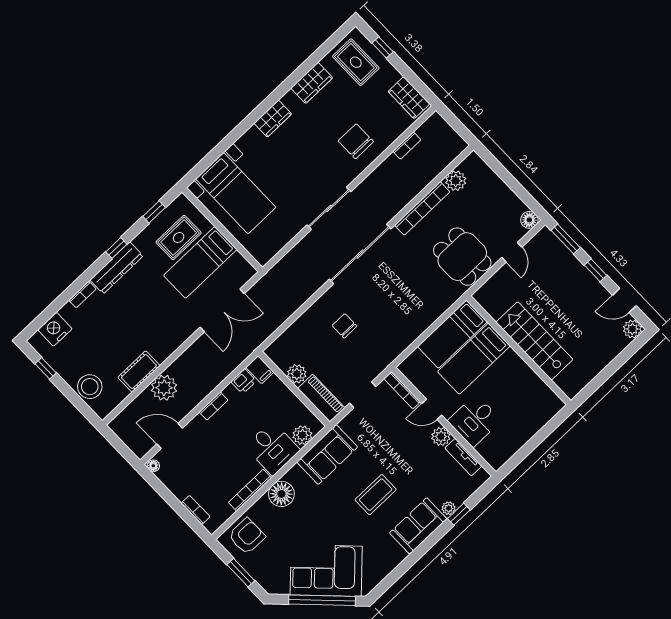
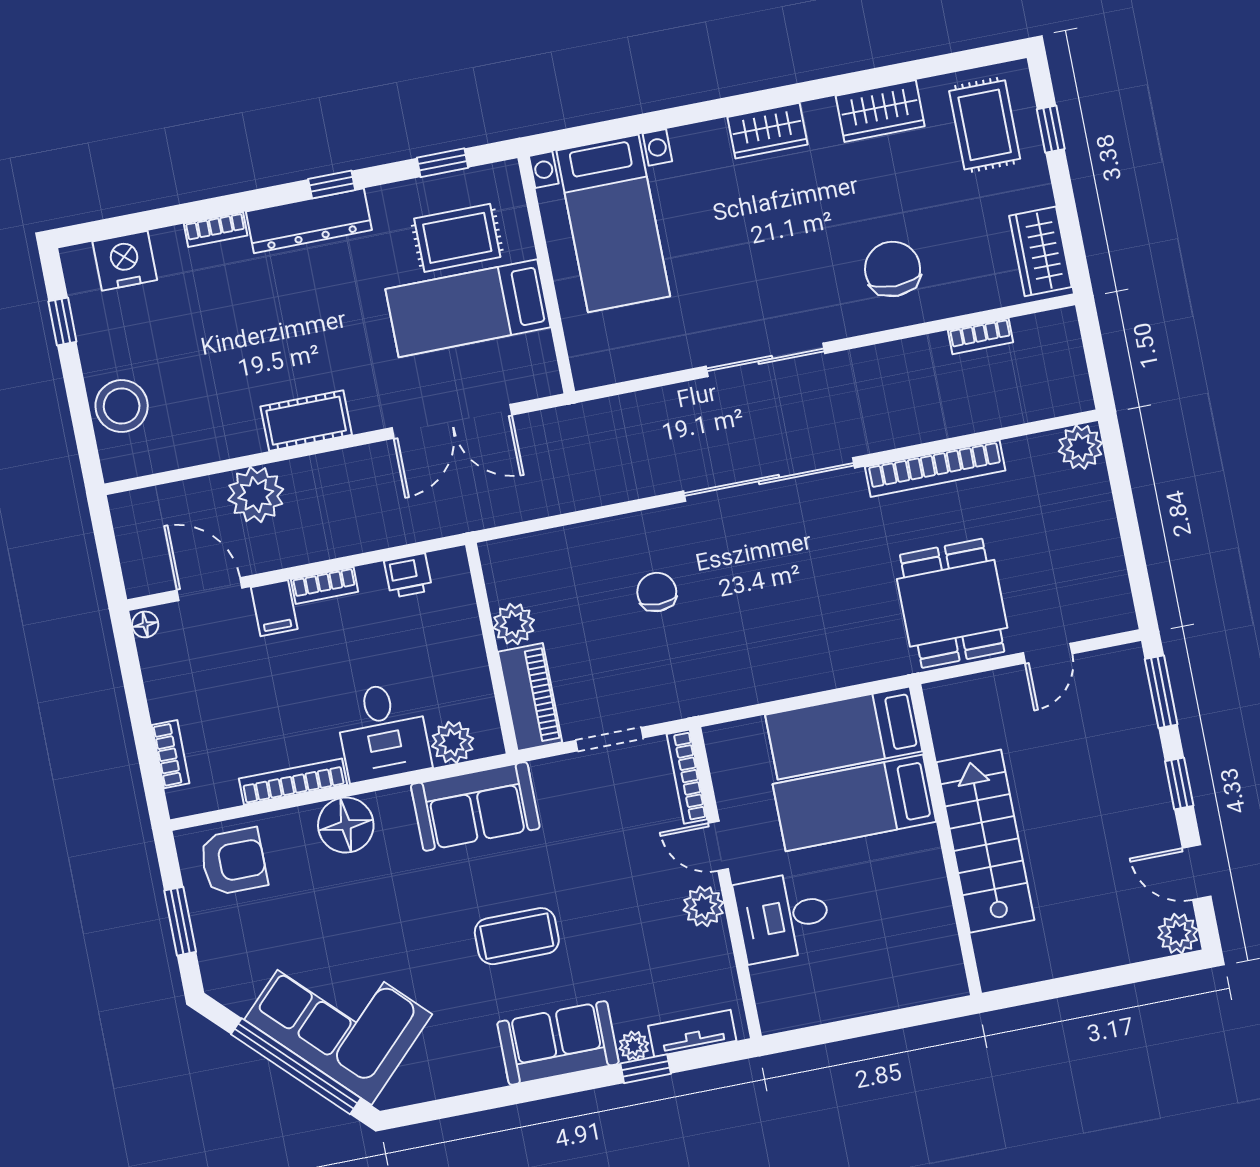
plant: (456, 181) -> (1080, 447), moved
floor lamp: (529, 220) -> (1117, 615), removed
filing cabinet: (260, 370) -> (274, 608), moved
cot: (139, 371) -> (306, 421), moved
tv unit: (463, 457) -> (692, 1033), moved, turned 90

